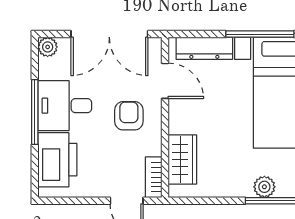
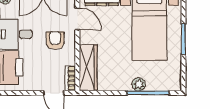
wardrobe: (182, 159) -> (88, 67), width x1.50

